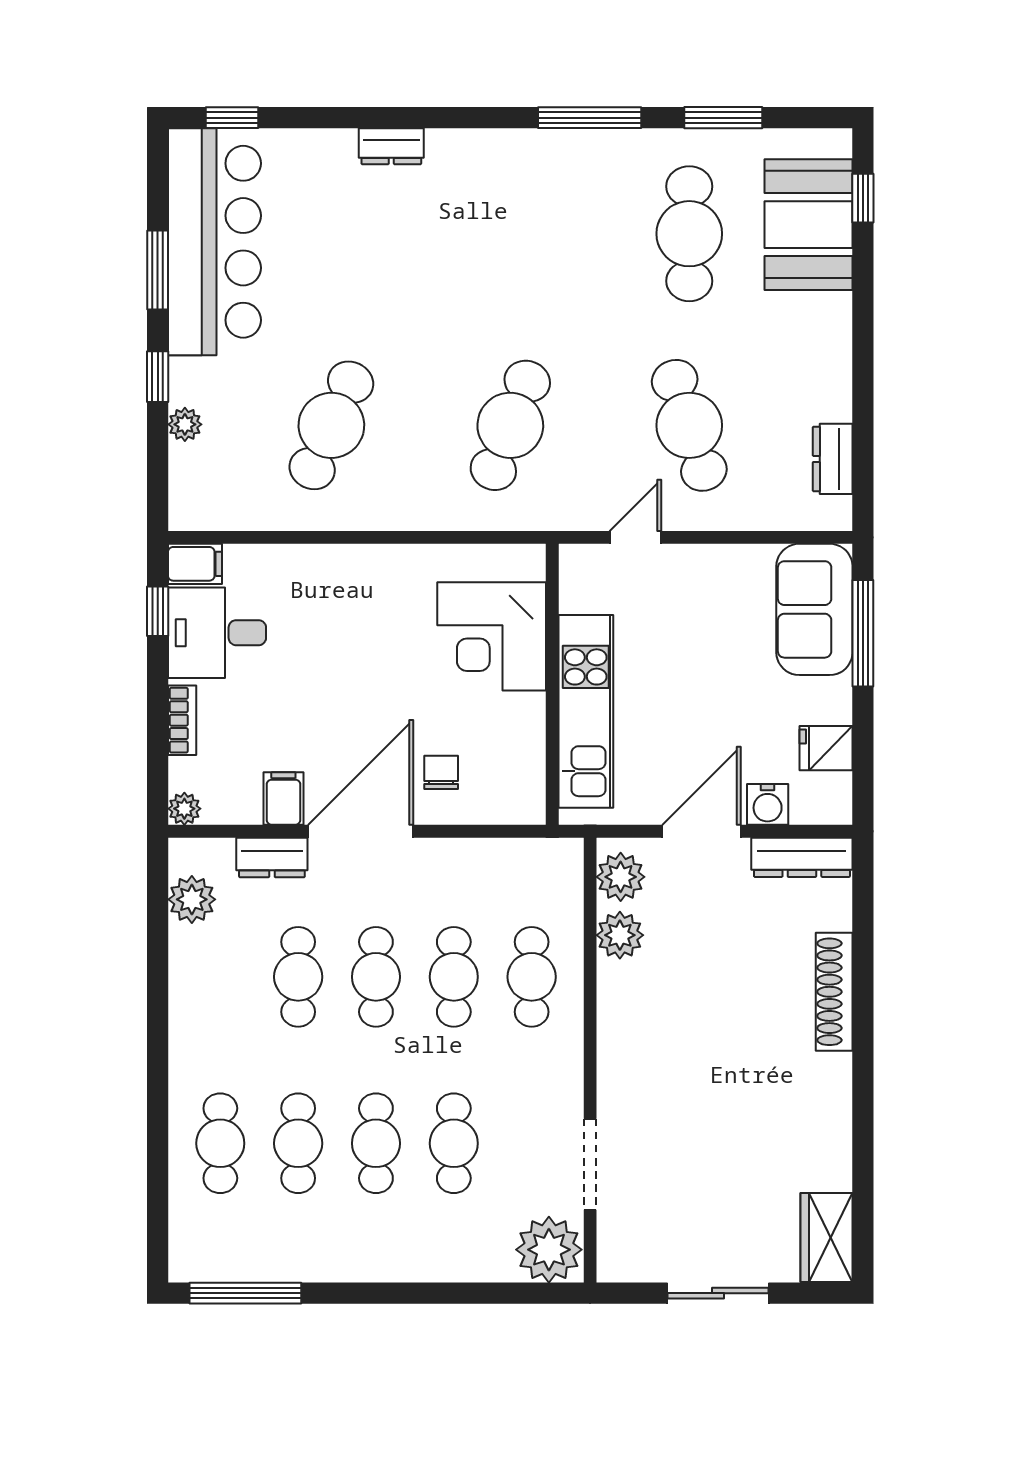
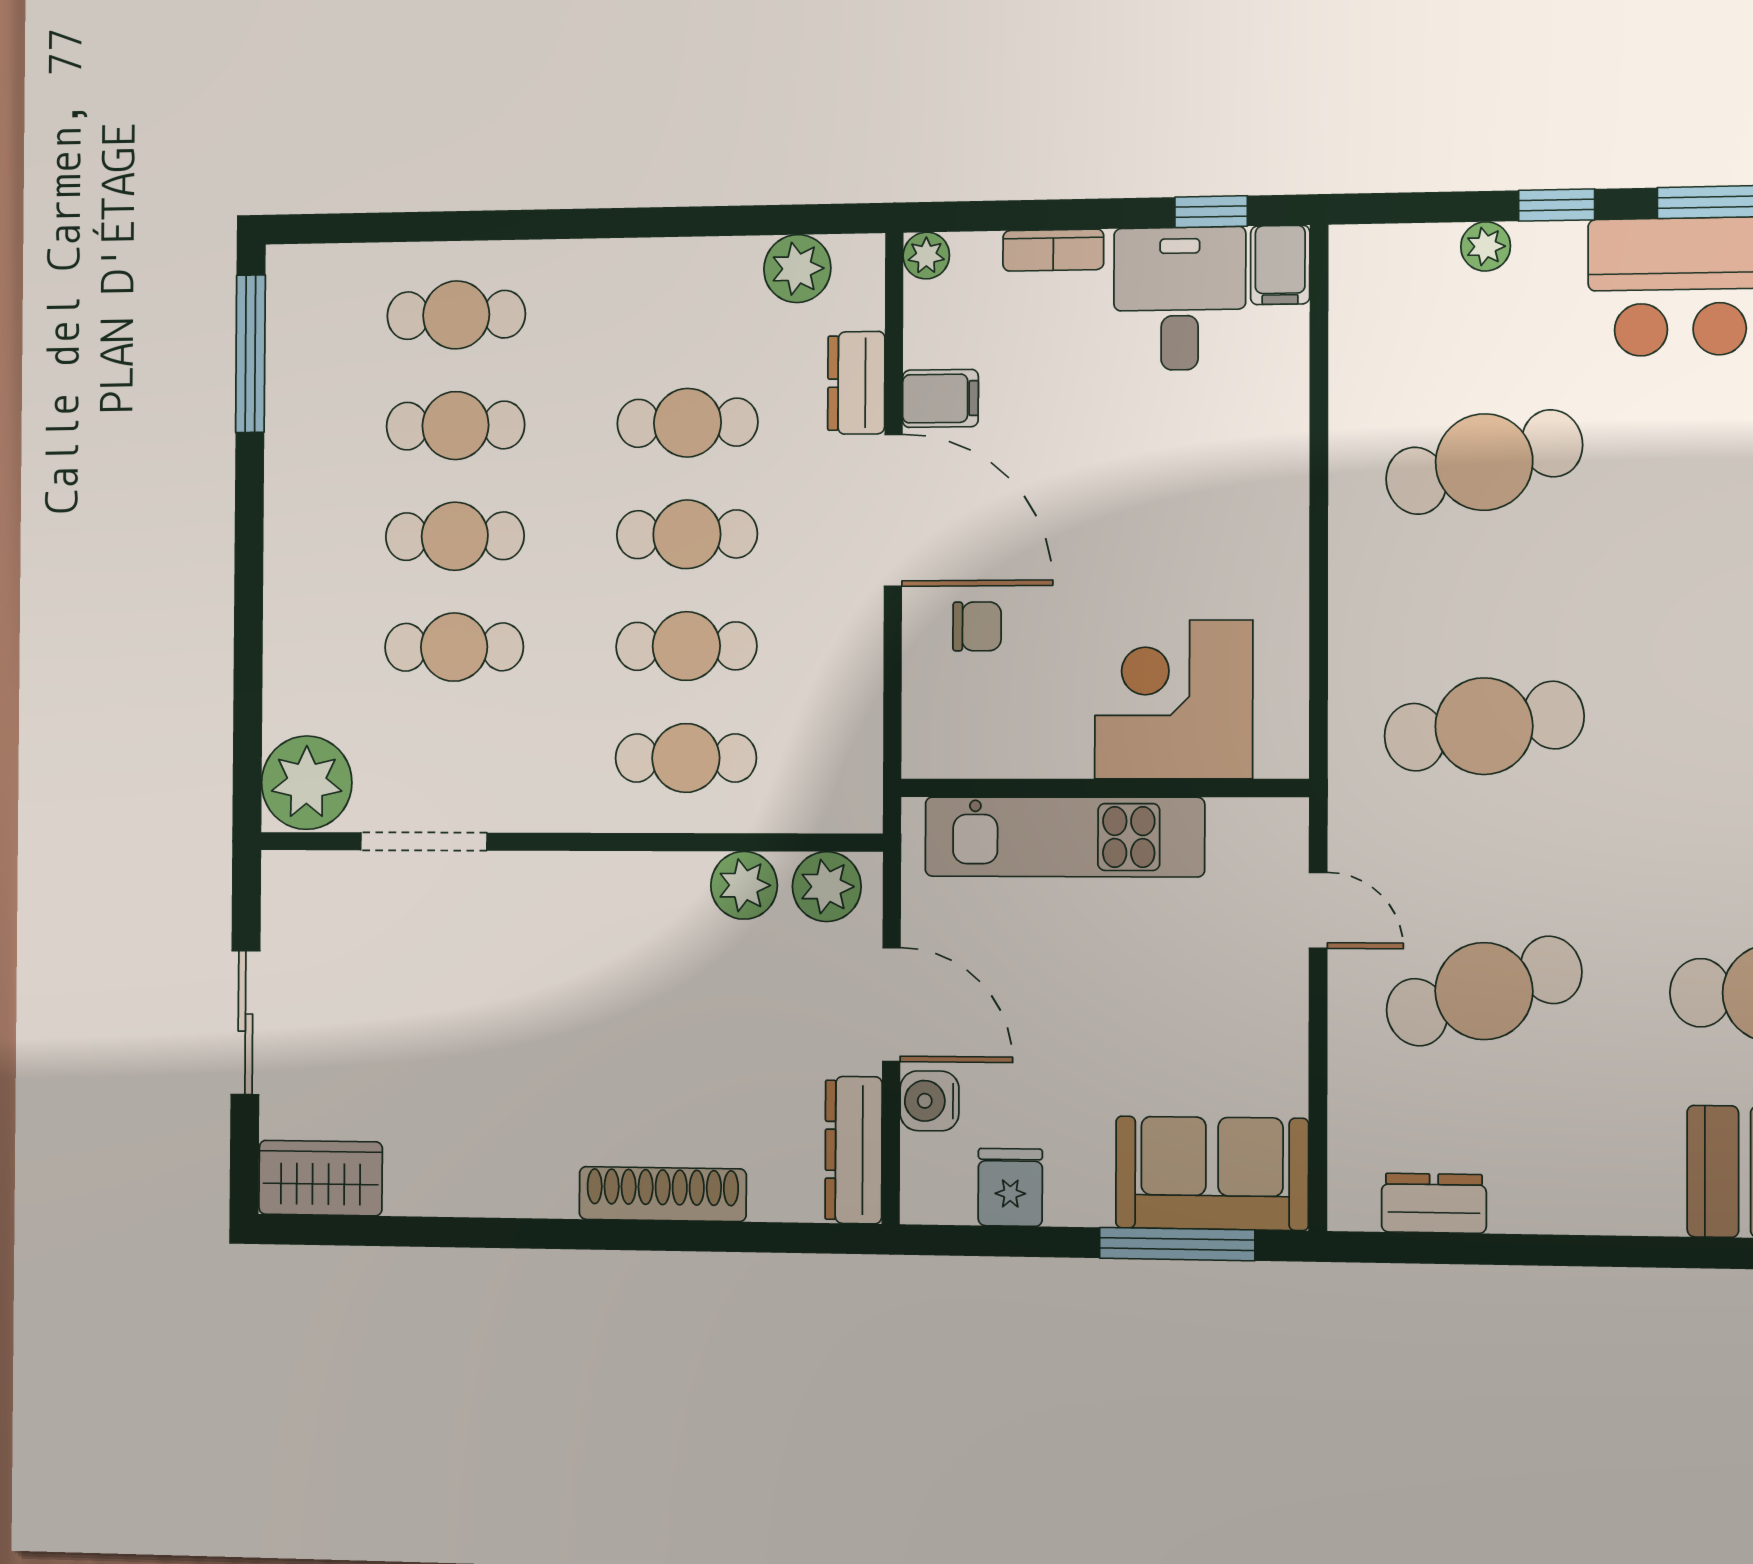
cafe table: (331, 425) -> (1484, 462), turned -39
cafe table: (510, 425) -> (1484, 726), turned -30

